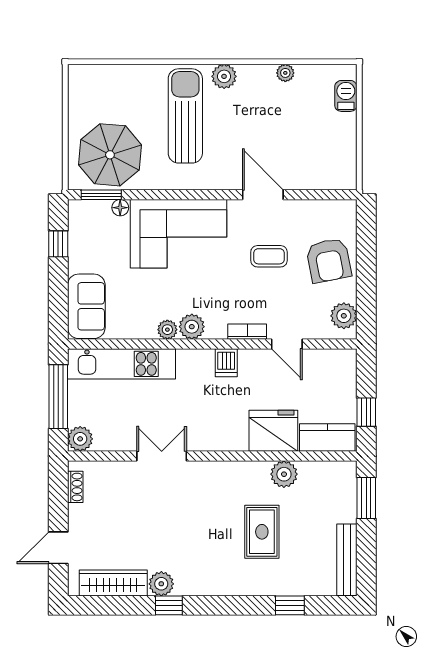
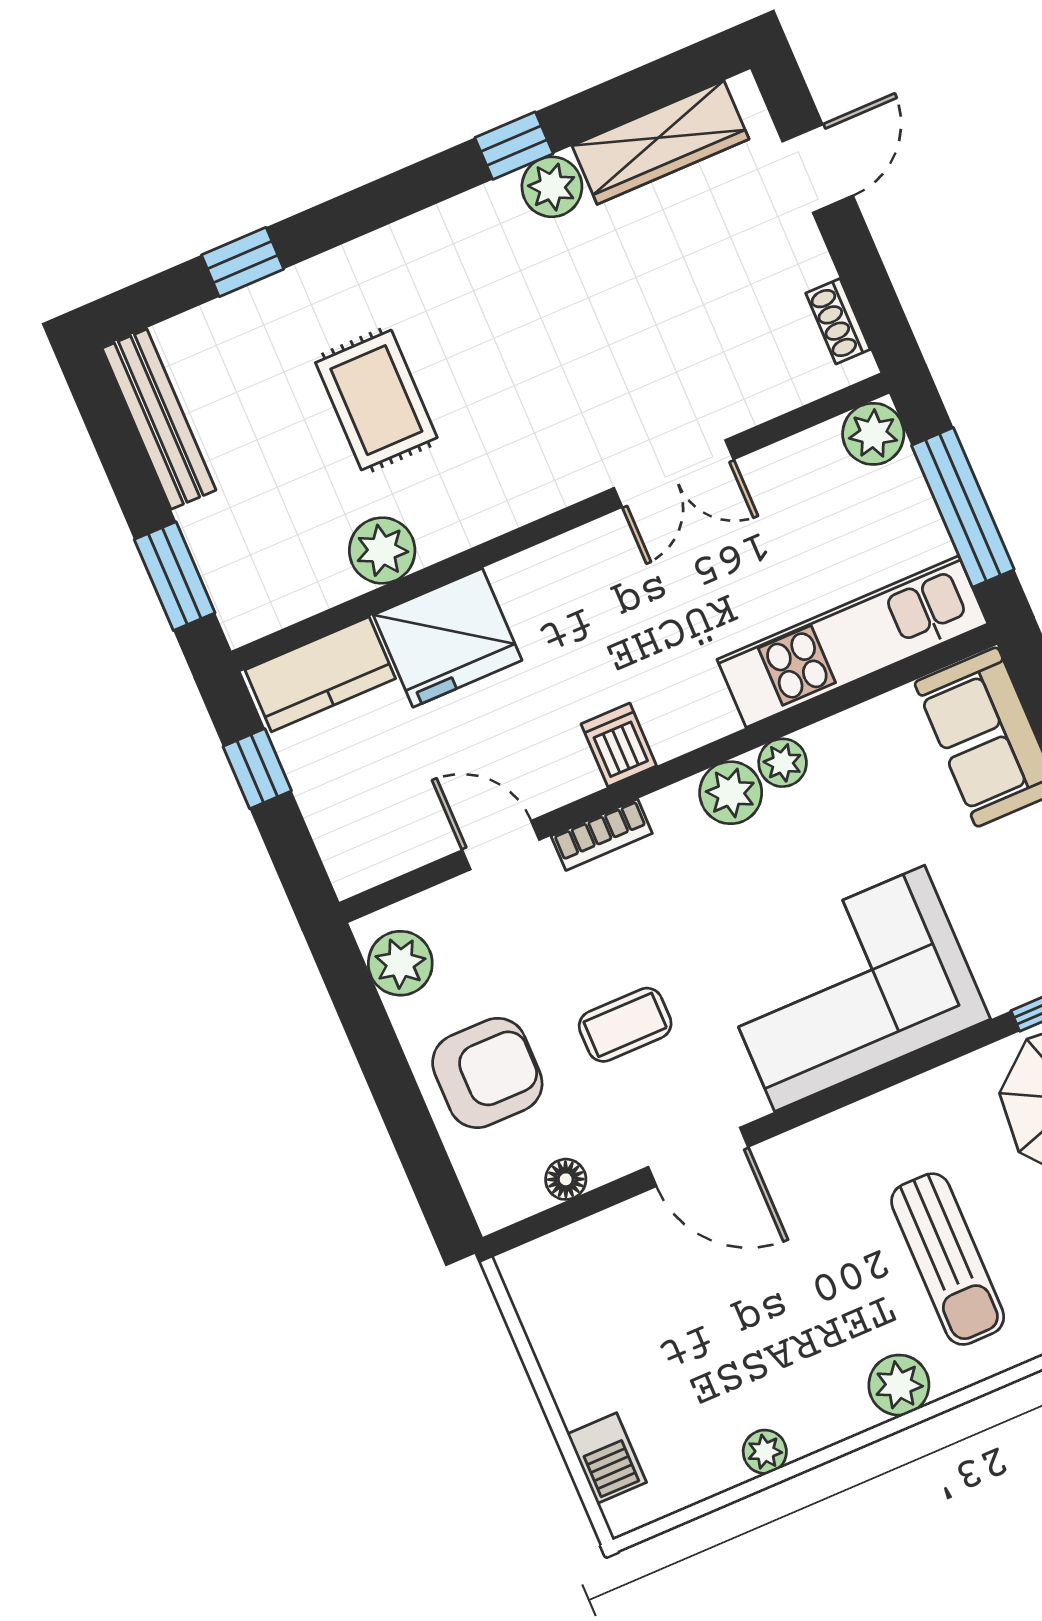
sun lounger: (185, 116) -> (948, 1259), width x0.73, depth x0.75
floor lamp: (120, 208) -> (566, 1179), moved
armchair: (329, 260) -> (487, 1073), turned 101

